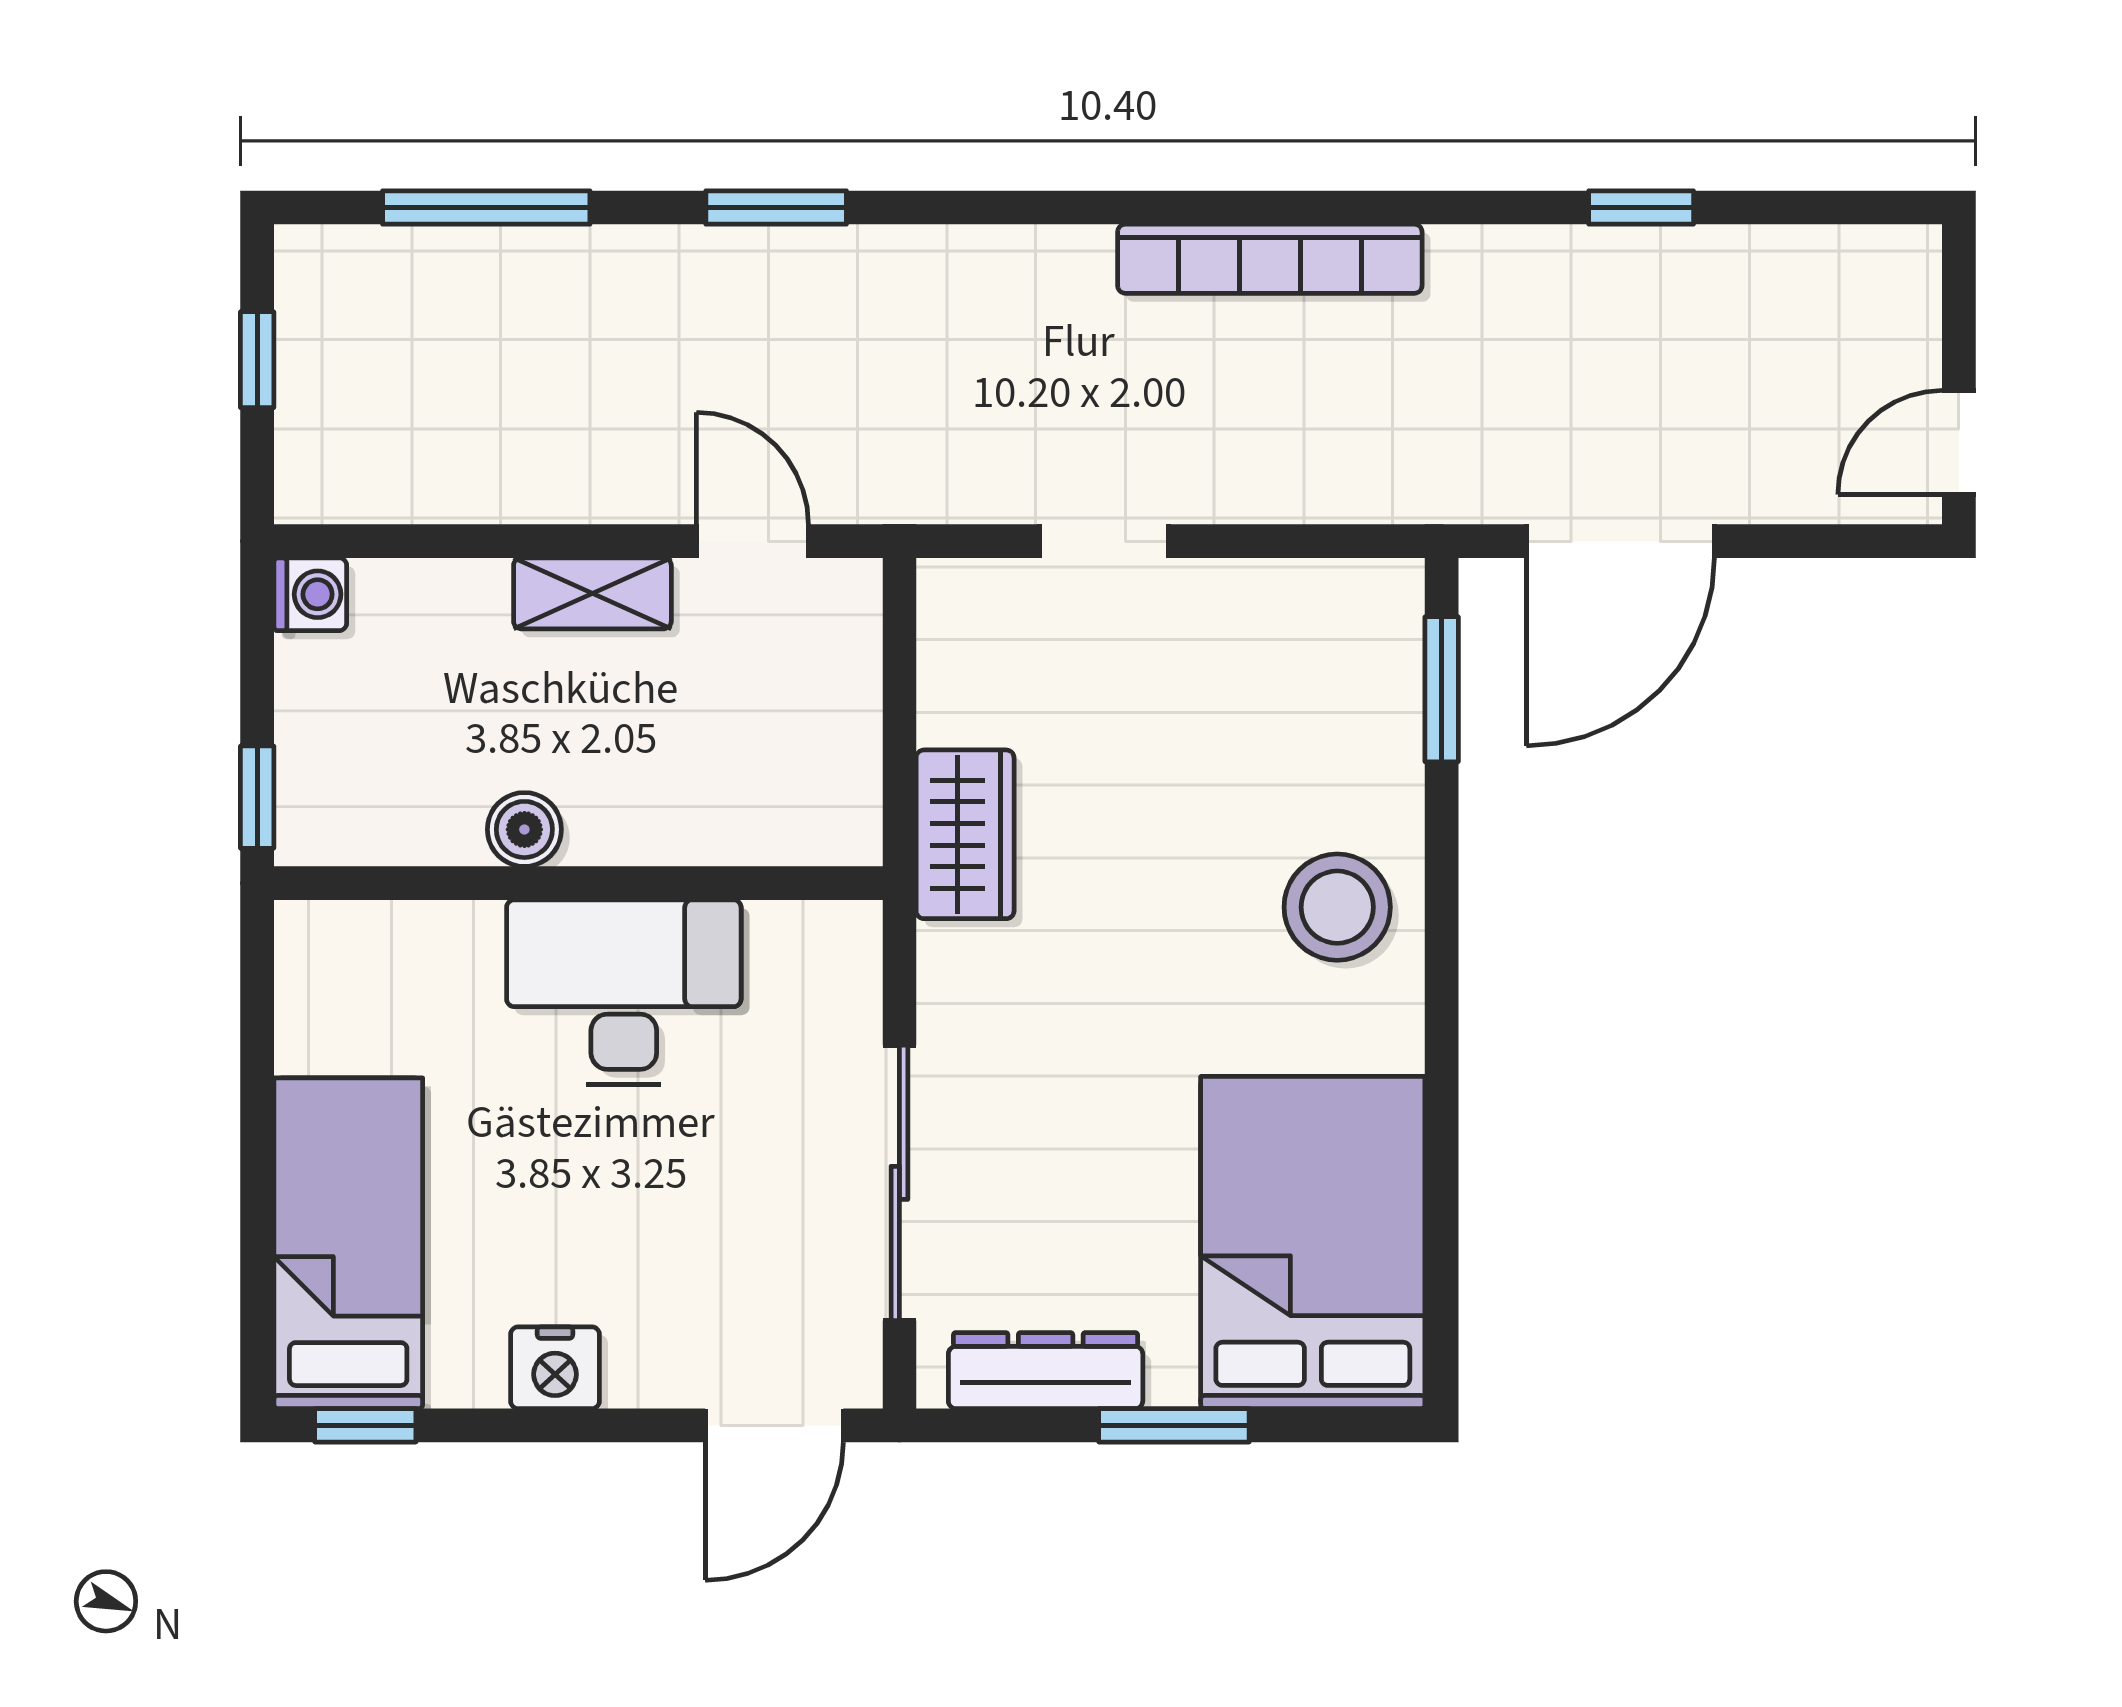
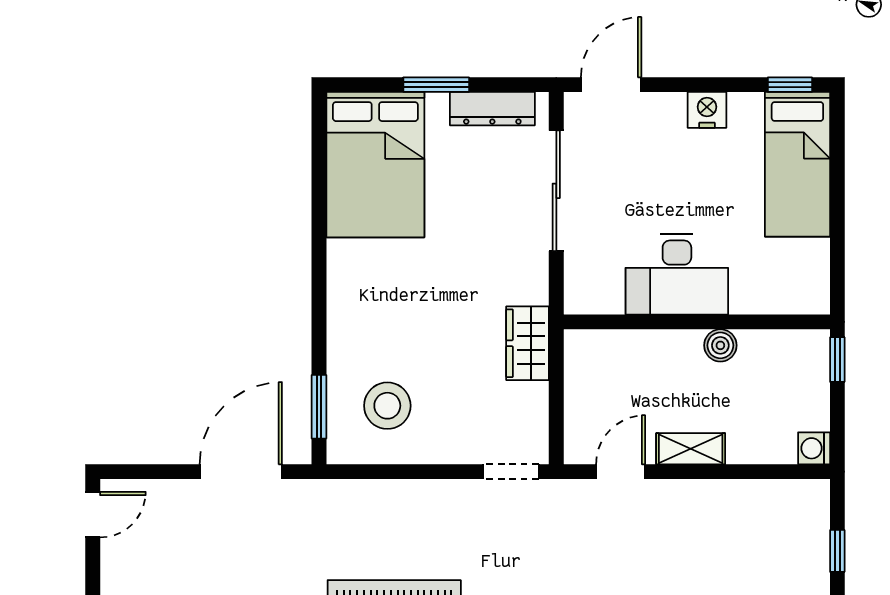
door: (752, 541) -> (621, 472), swing flipped
doorway: (1104, 541) -> (511, 472), moved
stool: (1337, 907) -> (387, 406), moved

